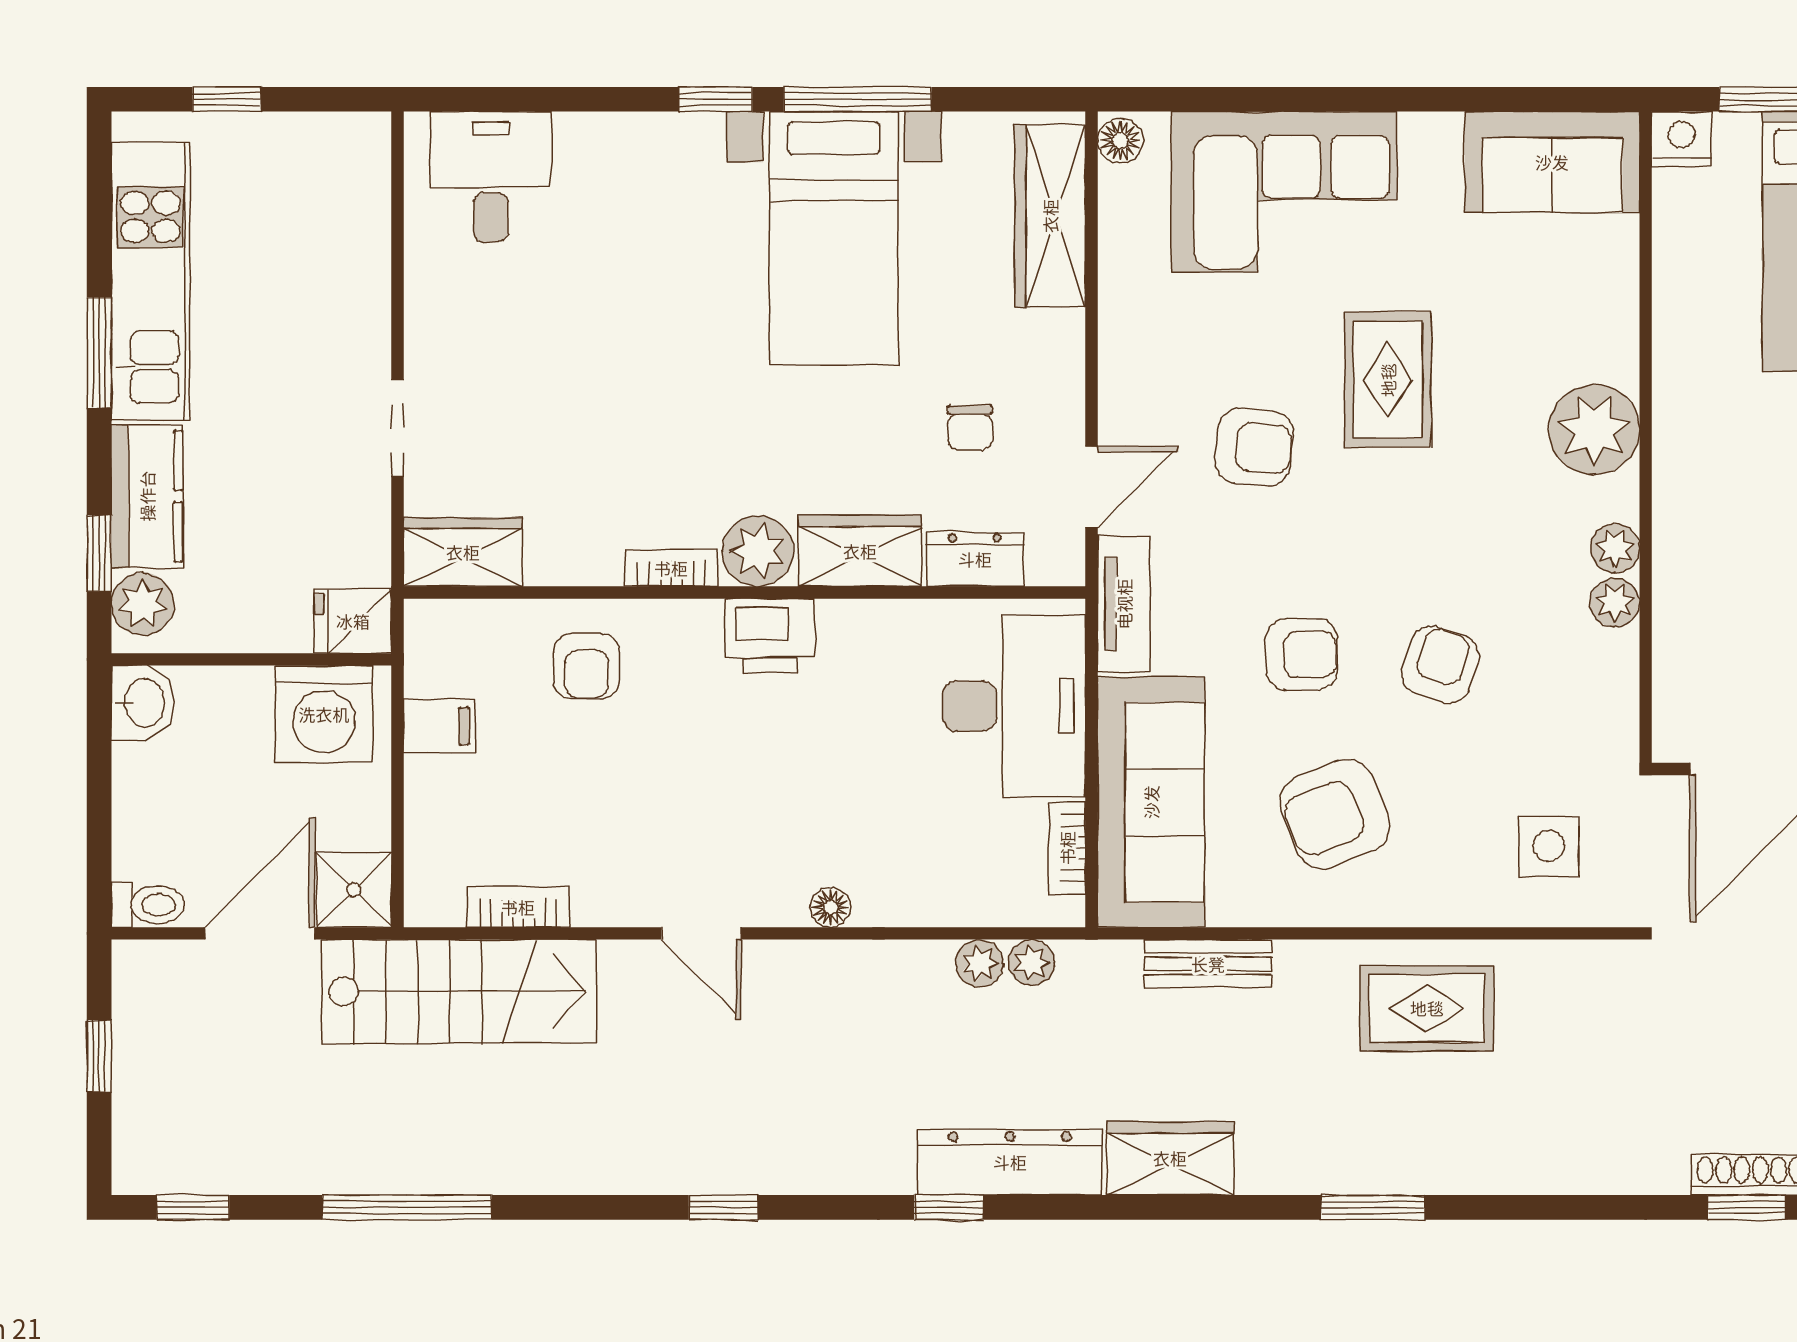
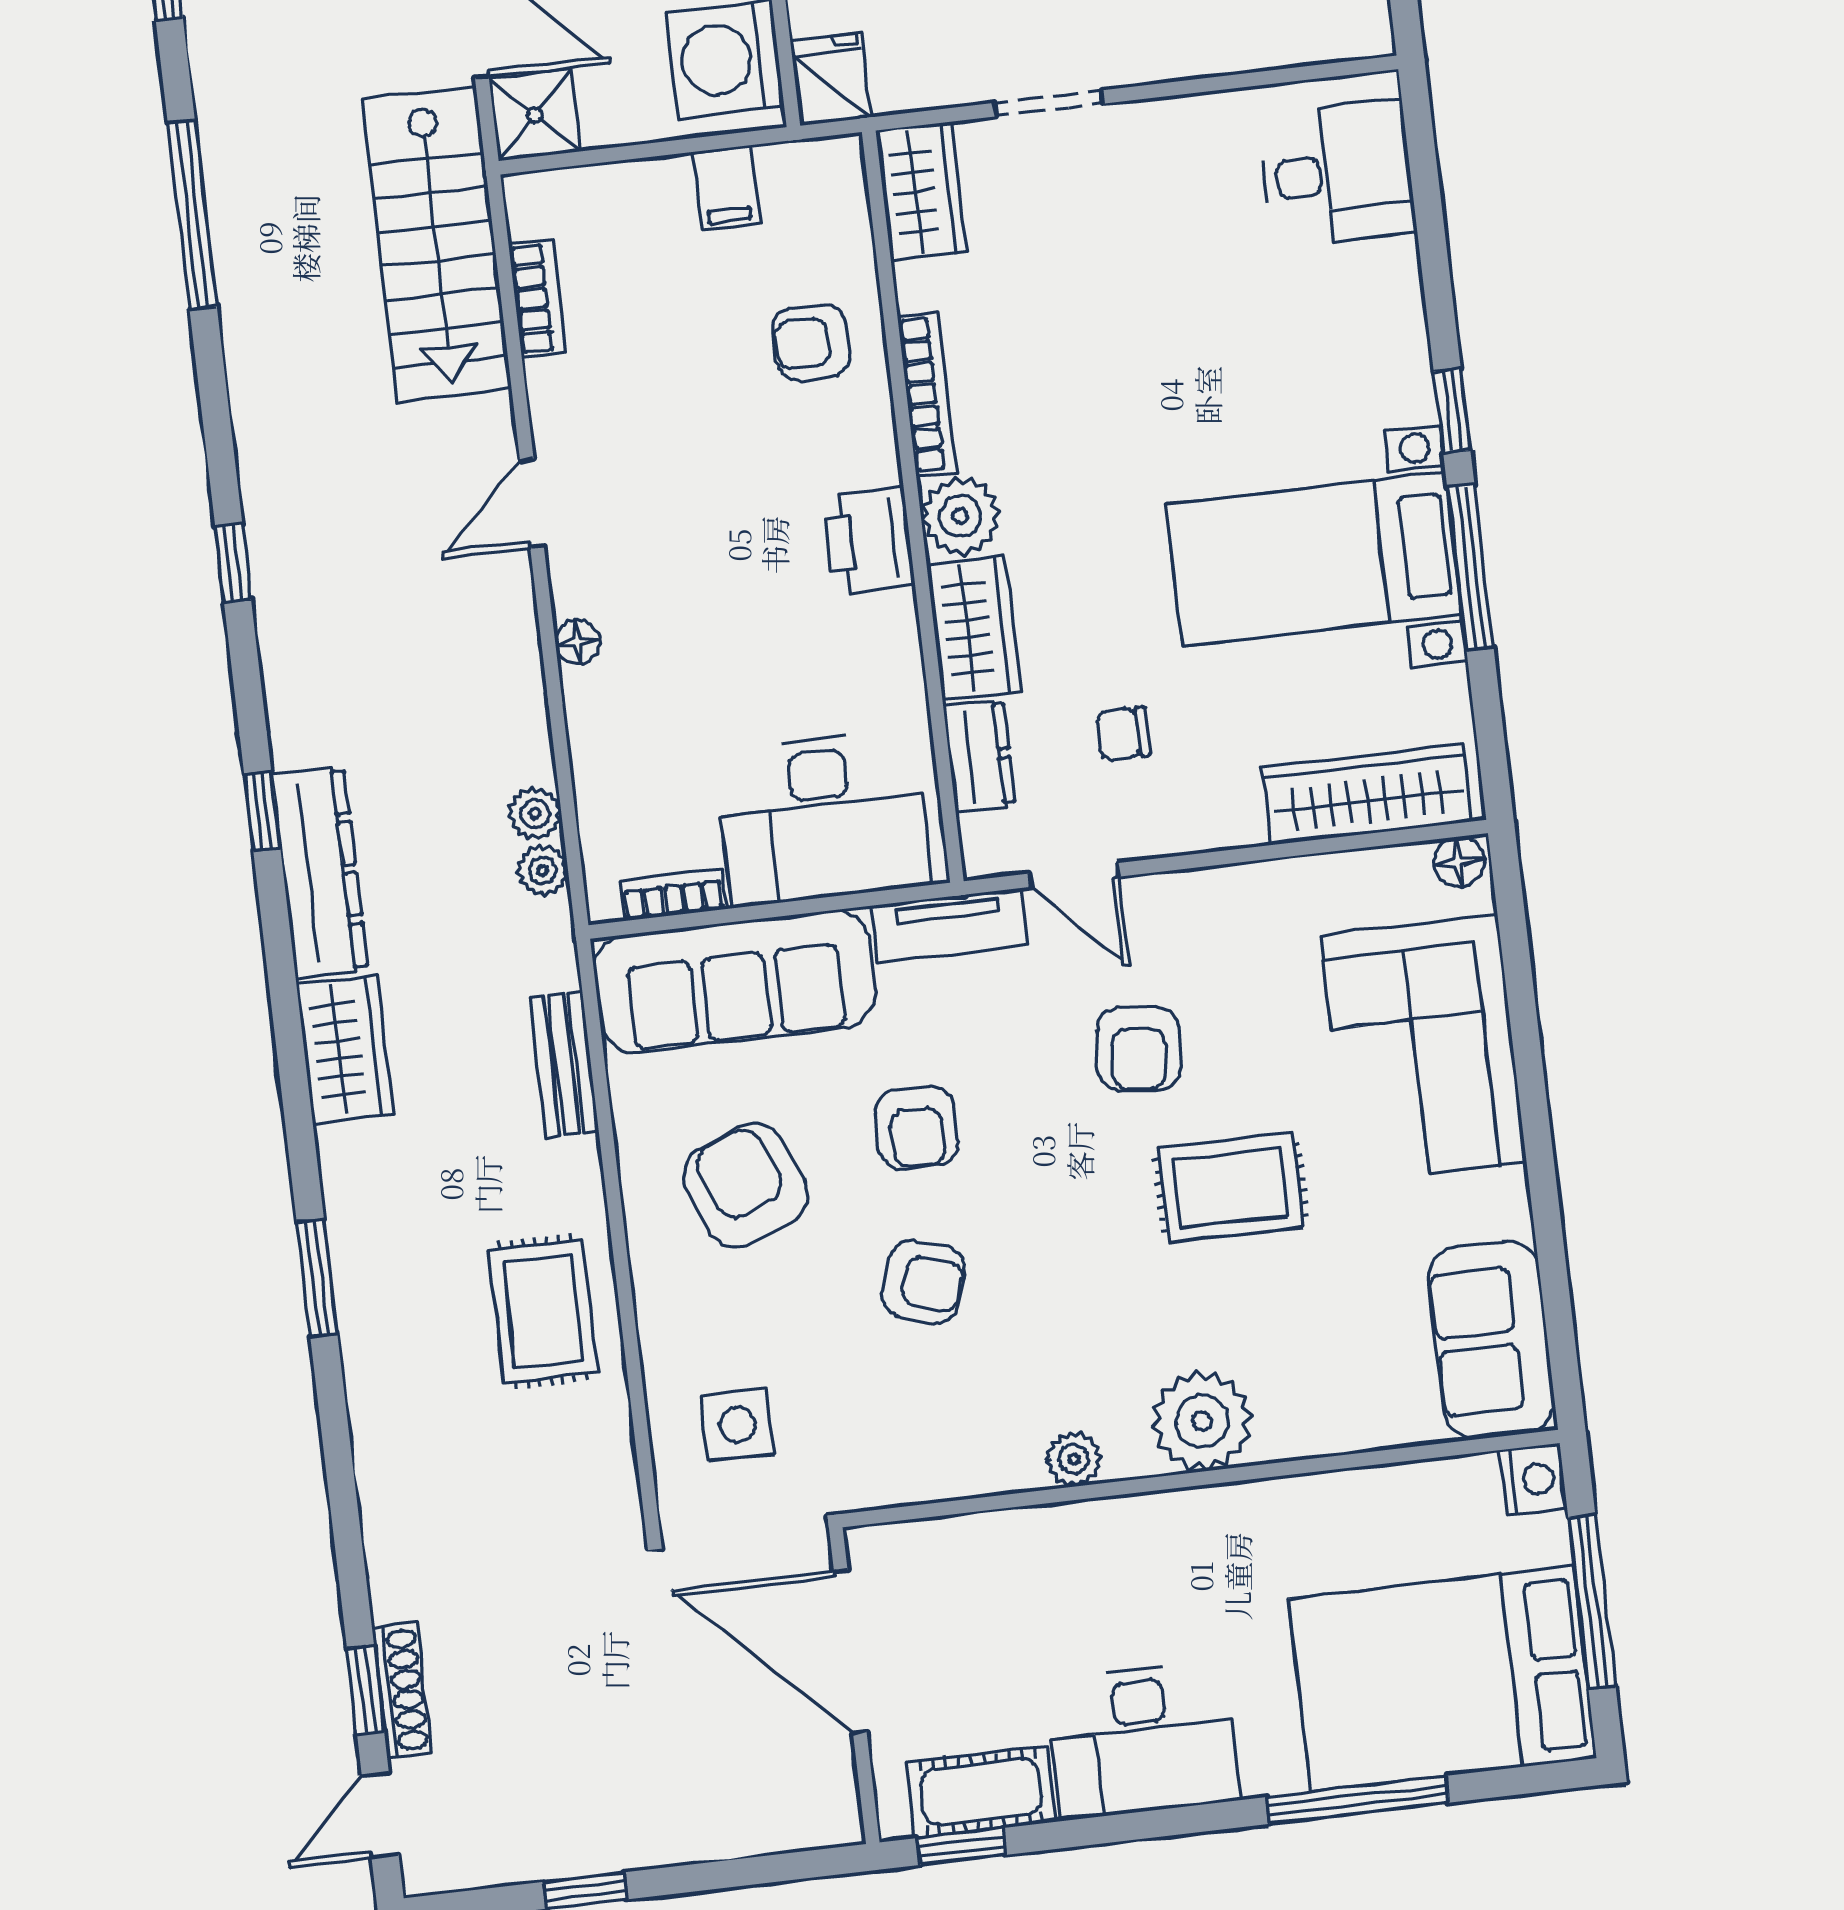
bookcase: (671, 568) -> (927, 394), width x1.56
plant: (1615, 603) -> (1014, 1466), removed

